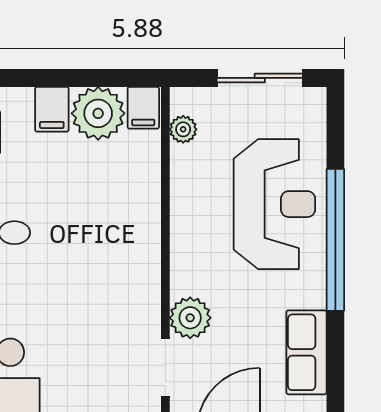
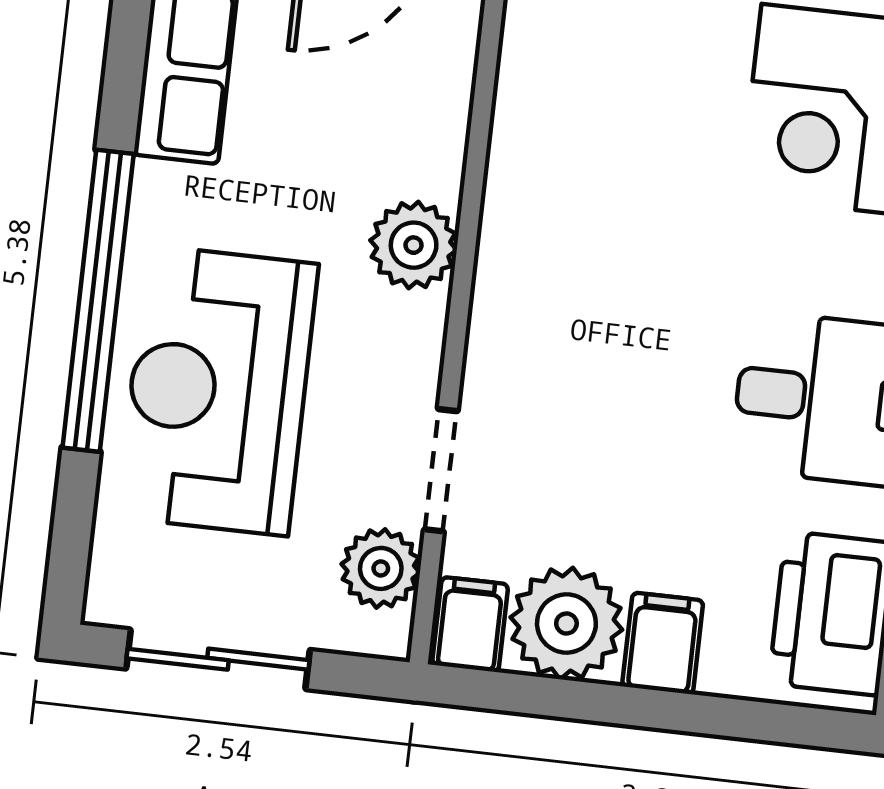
plant: (183, 129) -> (381, 568), width x1.38, depth x1.38
plant: (190, 318) -> (414, 245), moved
doorway: (165, 368) -> (441, 470), moved

